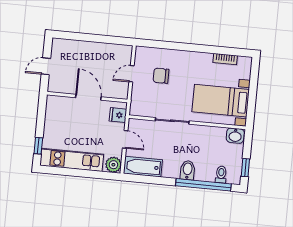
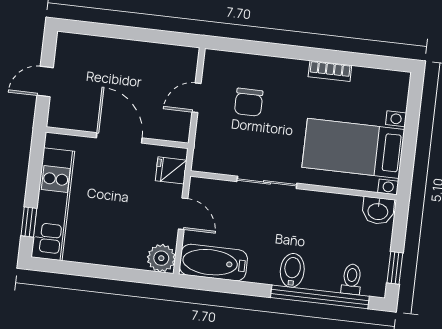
bookcase: (225, 59) -> (330, 71), moved
chair: (161, 76) -> (249, 102), turned -90
kitchen unit: (72, 160) -> (53, 204), moved, turned 90

